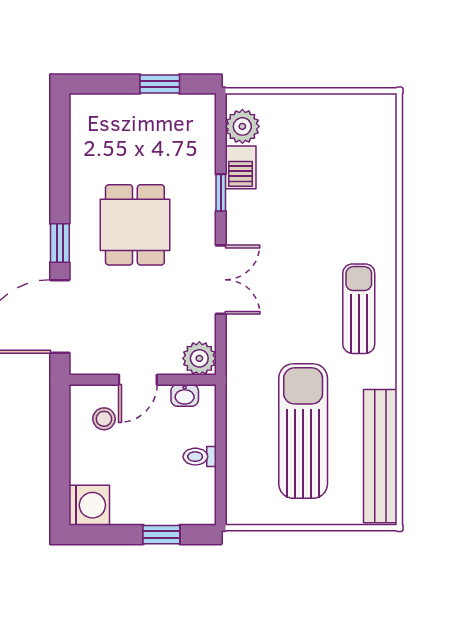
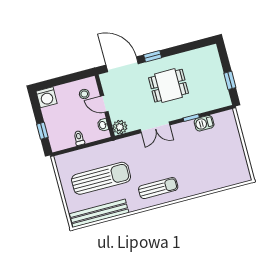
plant: (242, 126) -> (221, 119), removed

